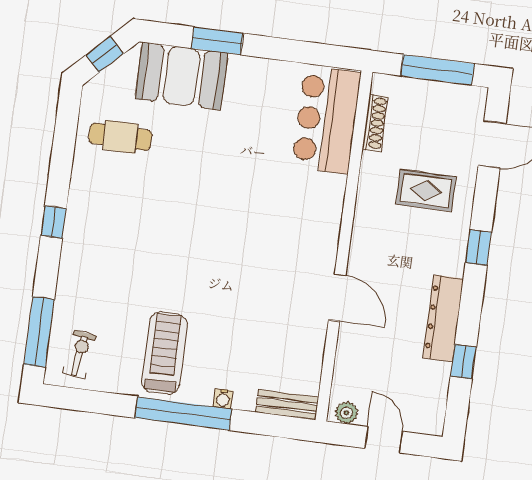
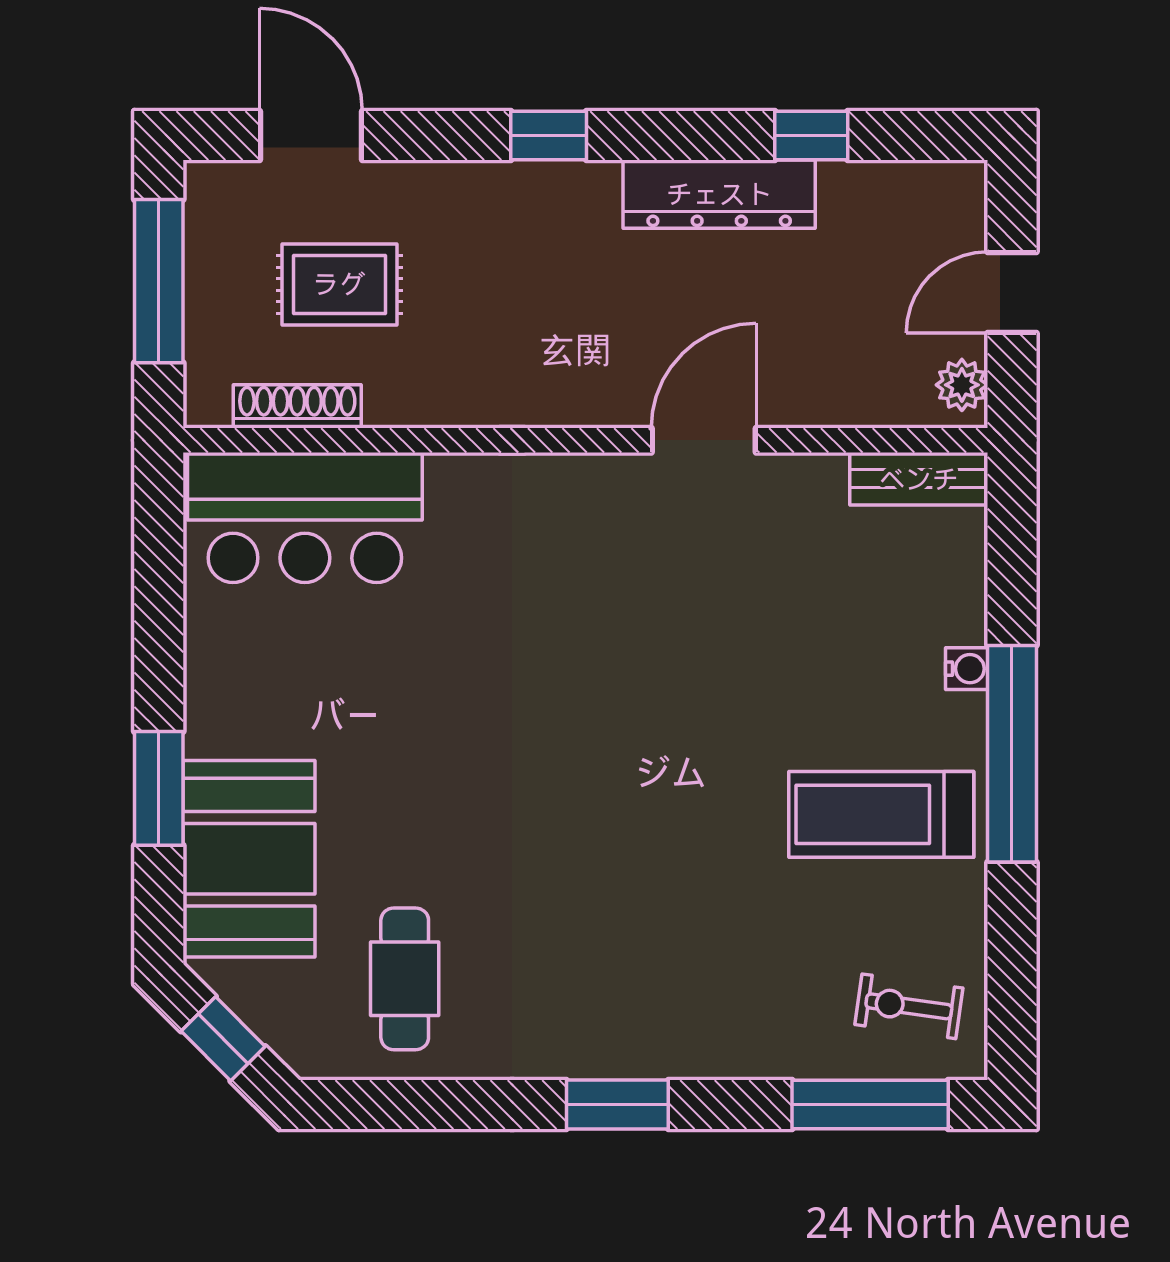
rug: (426, 190) -> (339, 284), moved, turned 90
window: (54, 222) -> (617, 1105), width x1.50
bench: (287, 405) -> (919, 479), moved, turned 90

